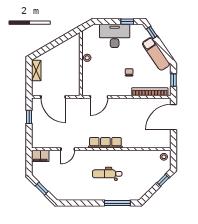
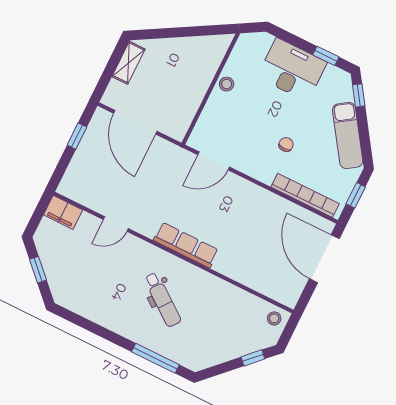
door: (174, 117) -> (324, 259), hinge flipped
dental chair: (107, 174) -> (163, 300), turned -143

